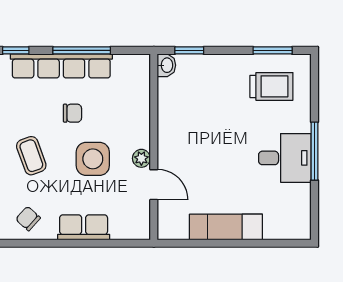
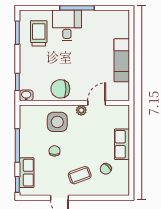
row of seats: (61, 66) -> (27, 173), width x0.50
chair: (177, 123) -> (60, 89), added
desk: (285, 158) -> (67, 25), moved
side table: (93, 159) -> (57, 122), moved
chair: (28, 219) -> (106, 169), moved

